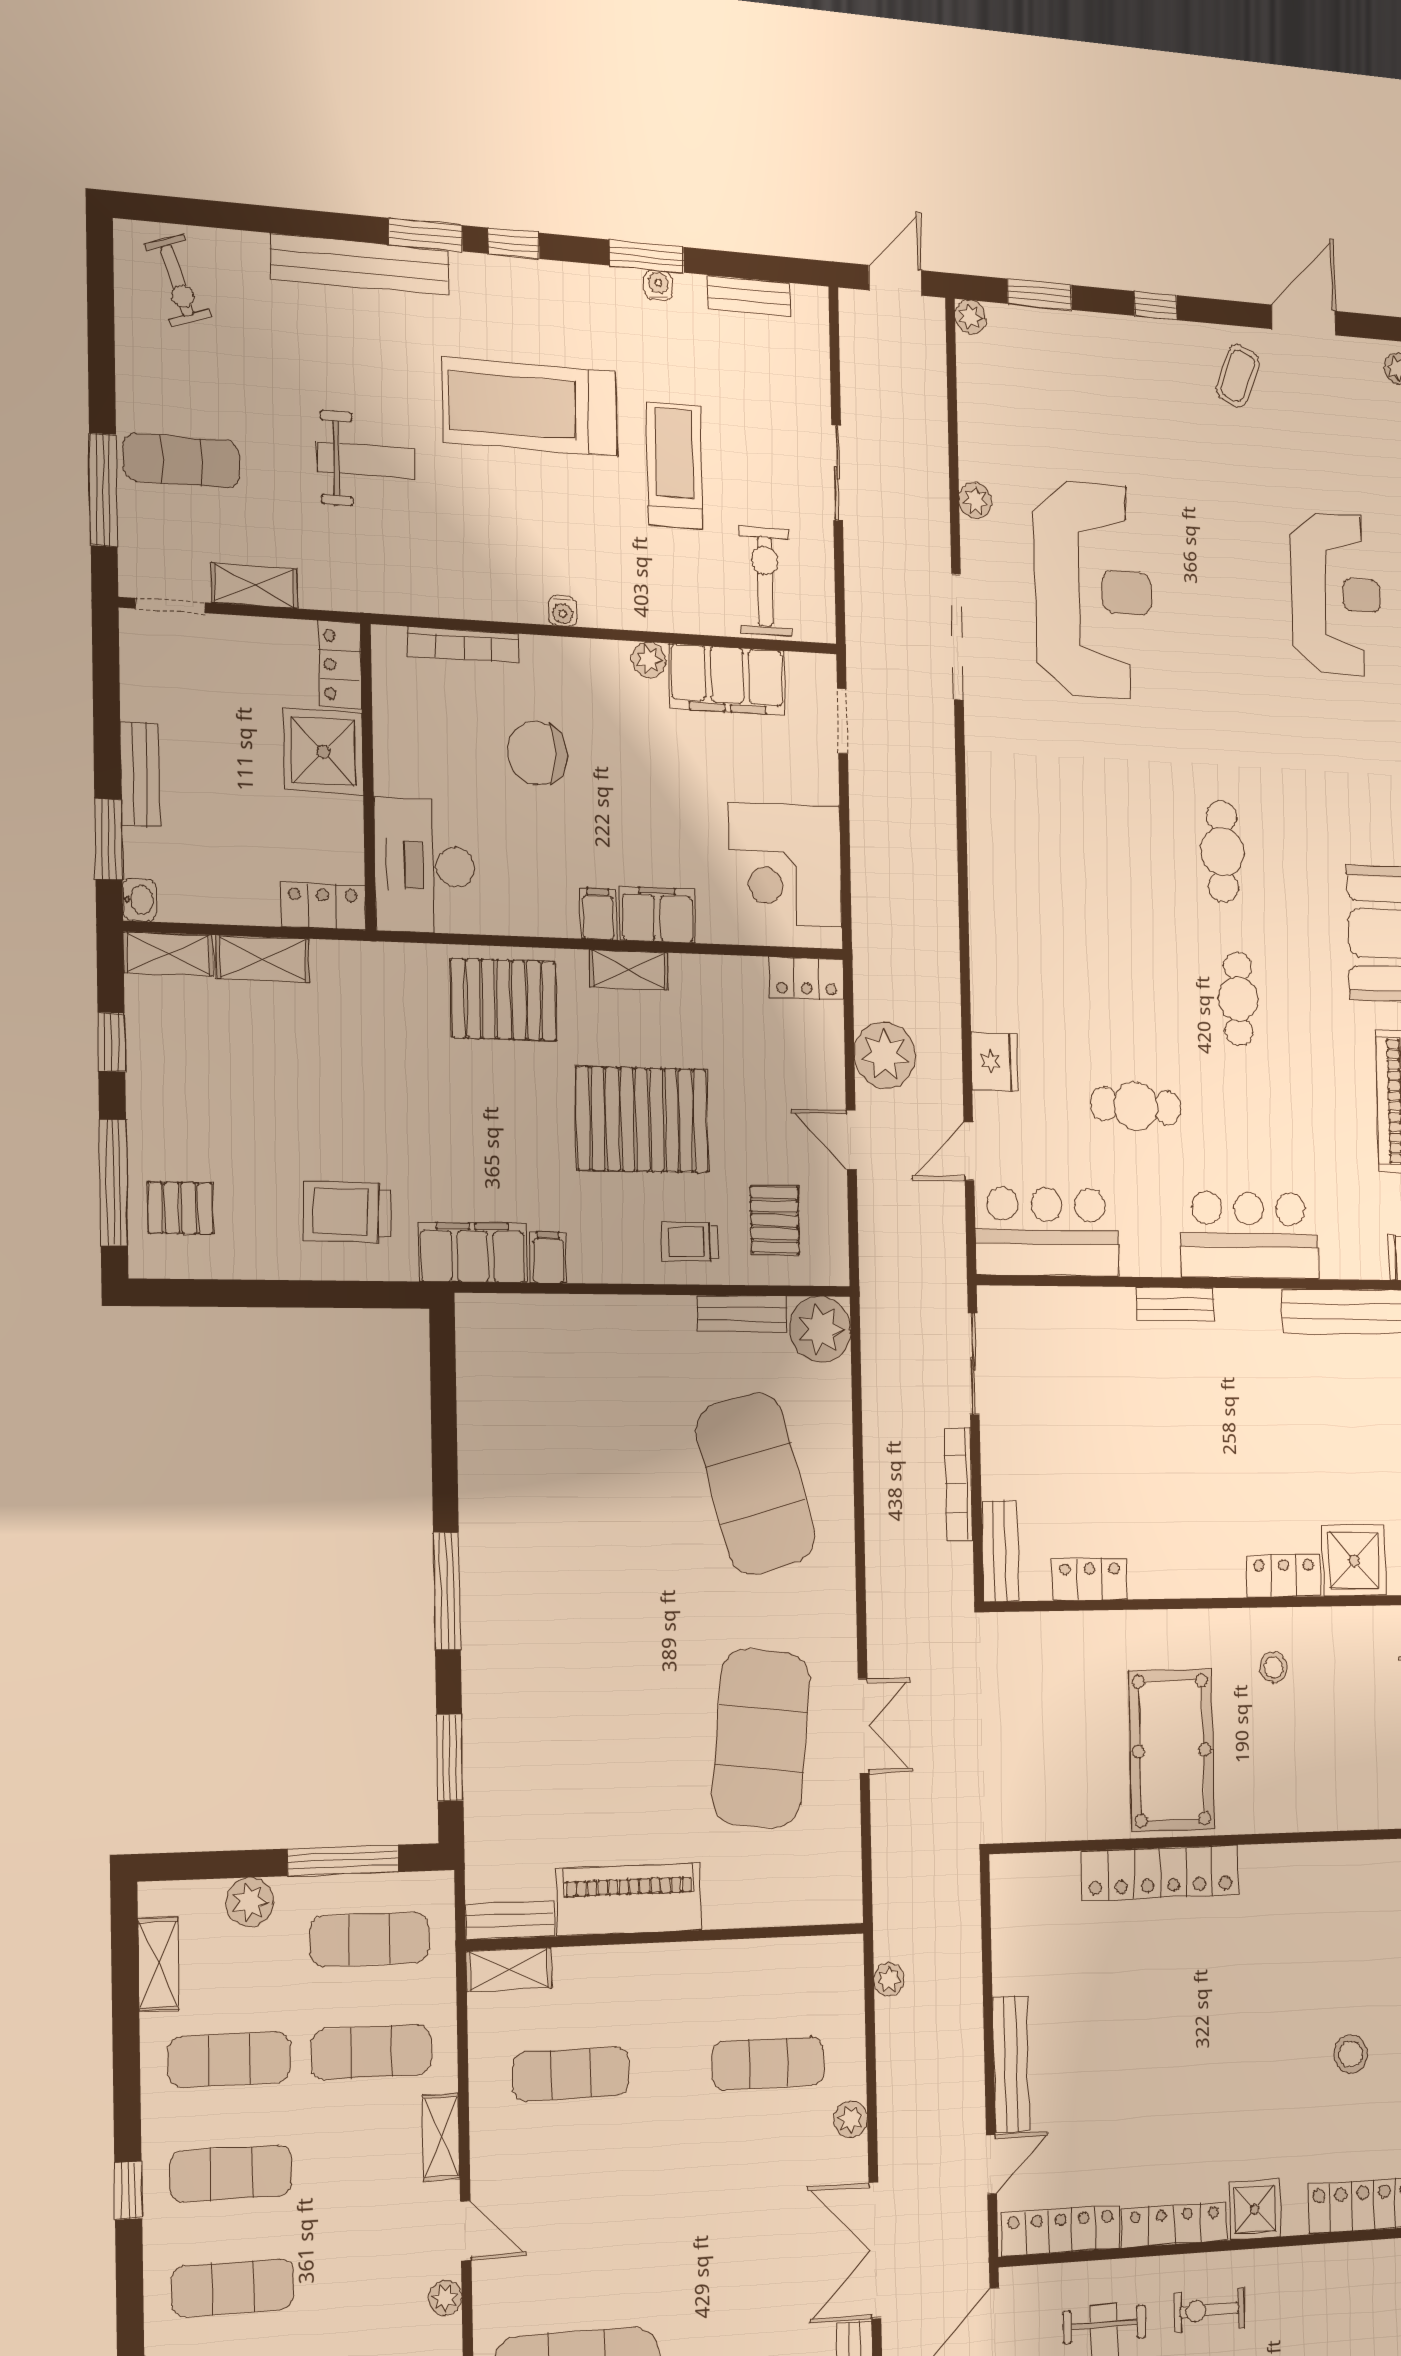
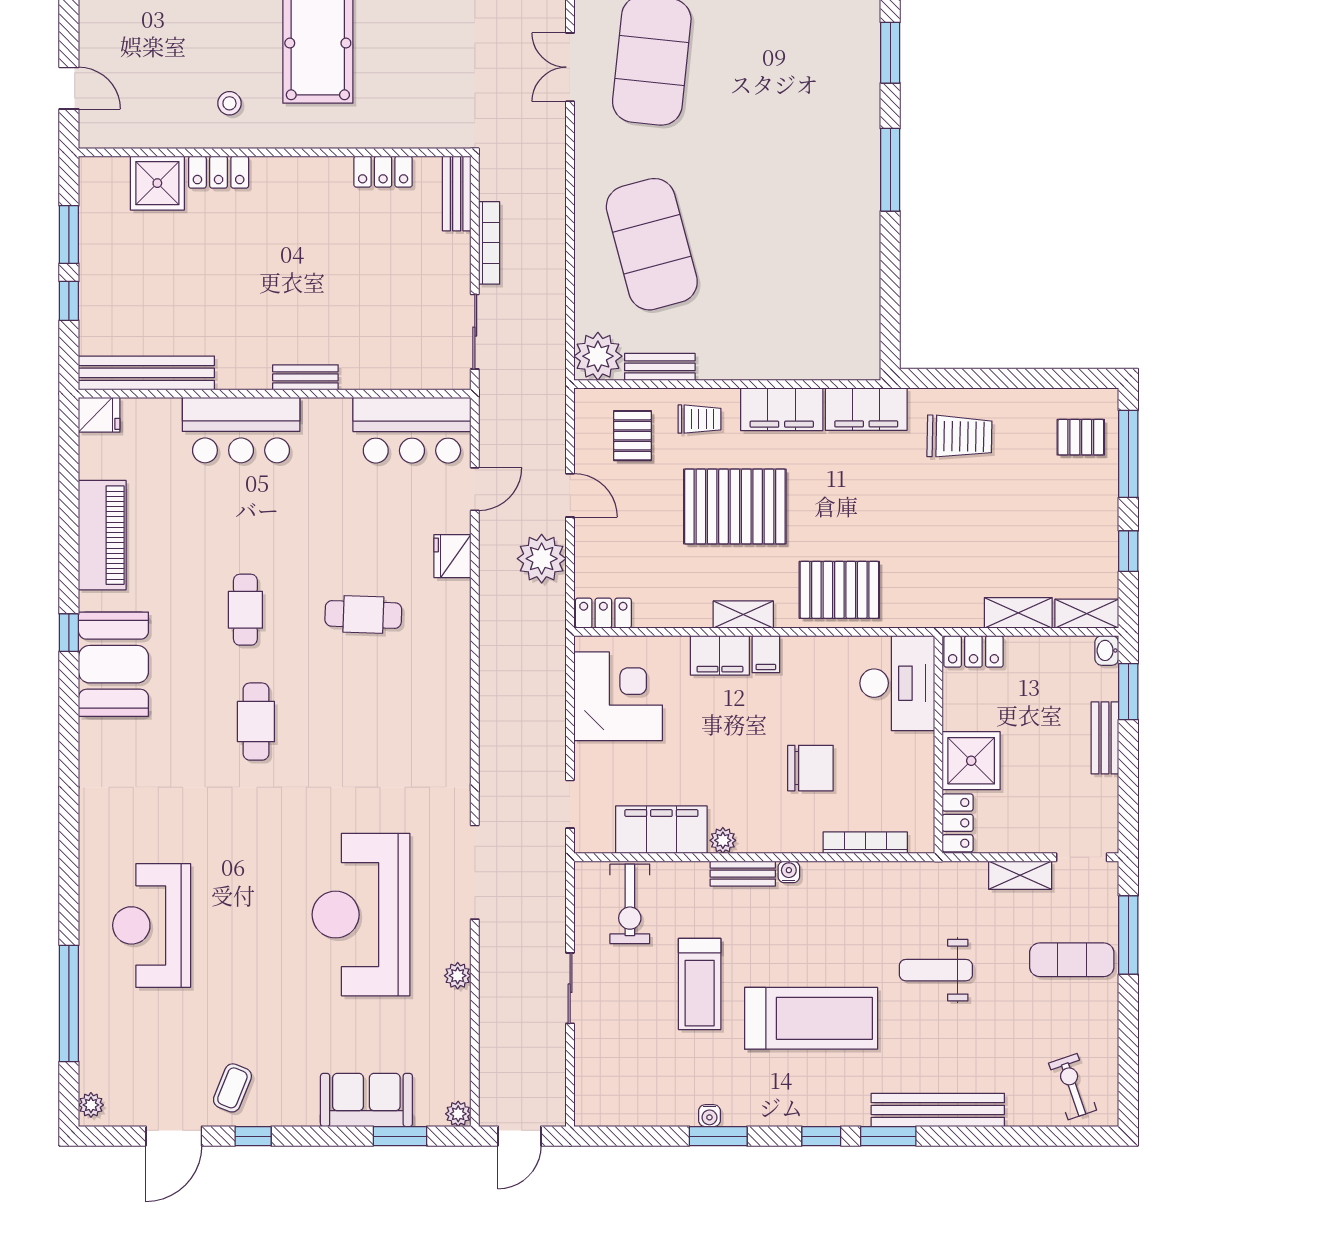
bench: (749, 296) -> (743, 874), moved
window: (1156, 306) -> (253, 1136), moved
sofa: (1081, 346) -> (366, 1100), added
cafe table: (1136, 1106) -> (363, 615), moved
filing cabinet: (548, 1257) -> (782, 409), width x3.00, depth x1.17

